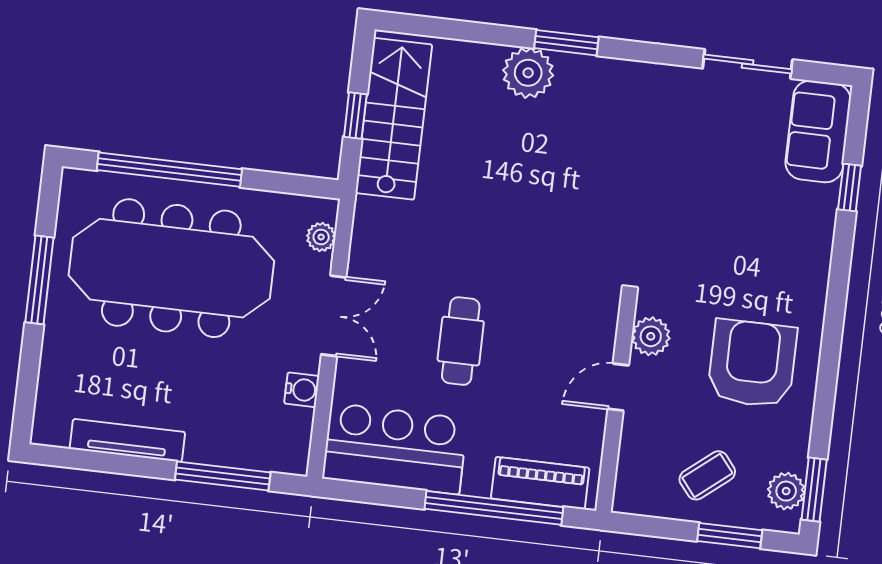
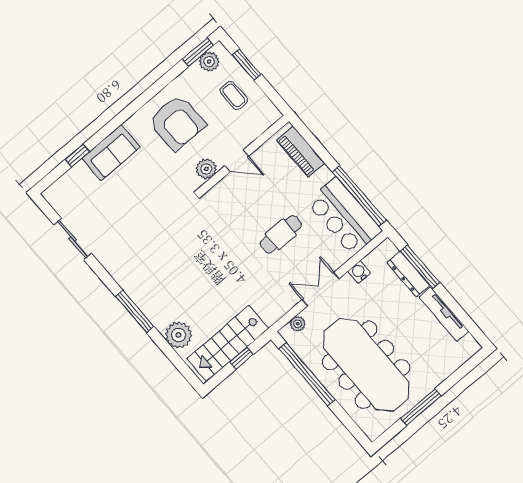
window: (566, 43) -> (135, 311), width x1.44
plant: (528, 73) -> (178, 335), moved
sofa: (818, 131) -> (111, 153), moved
window: (169, 170) -> (307, 374), moved
armchair: (752, 364) -> (177, 122), turned -90
dresser: (230, 451) -> (408, 274), added
coffee table: (707, 475) -> (234, 95), turned 39
window: (494, 508) -> (359, 196), moved

